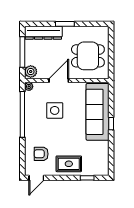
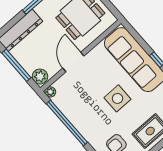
side table: (55, 110) -> (118, 98), moved

